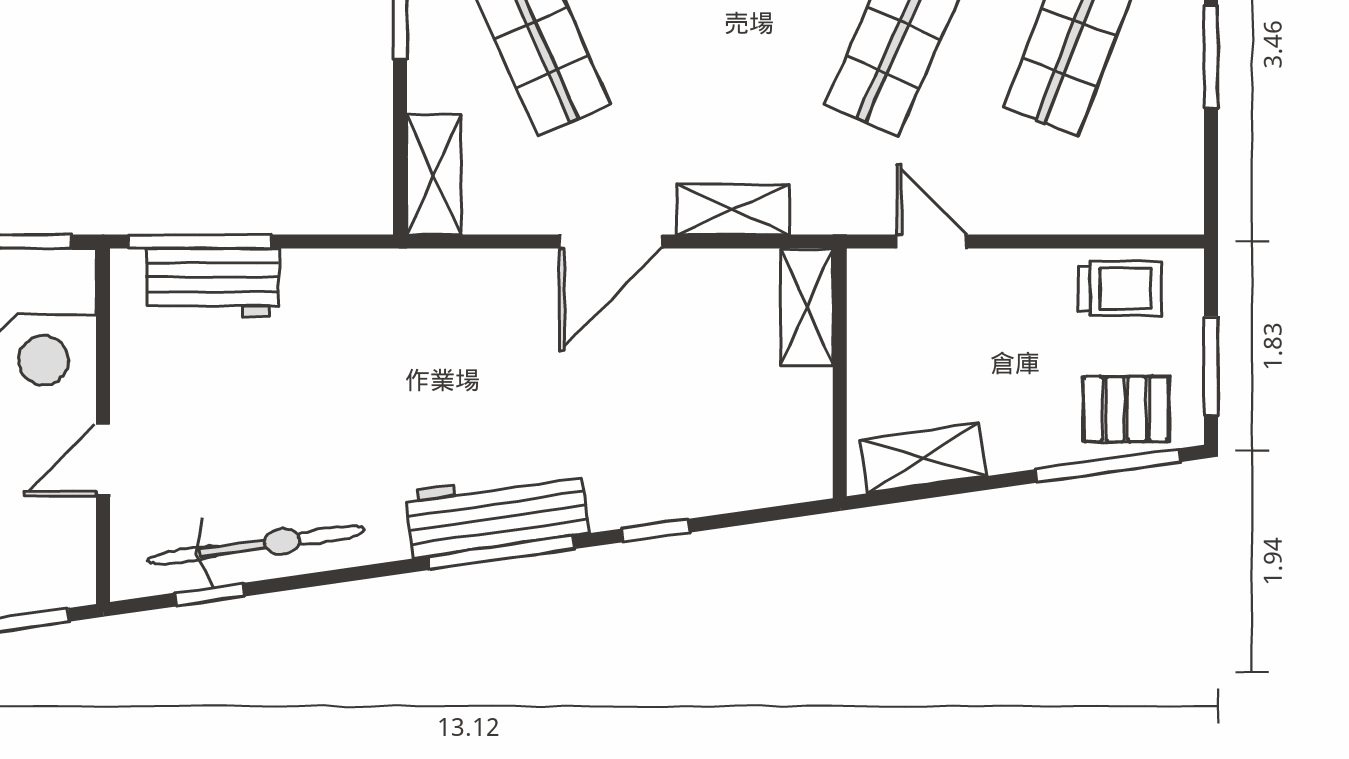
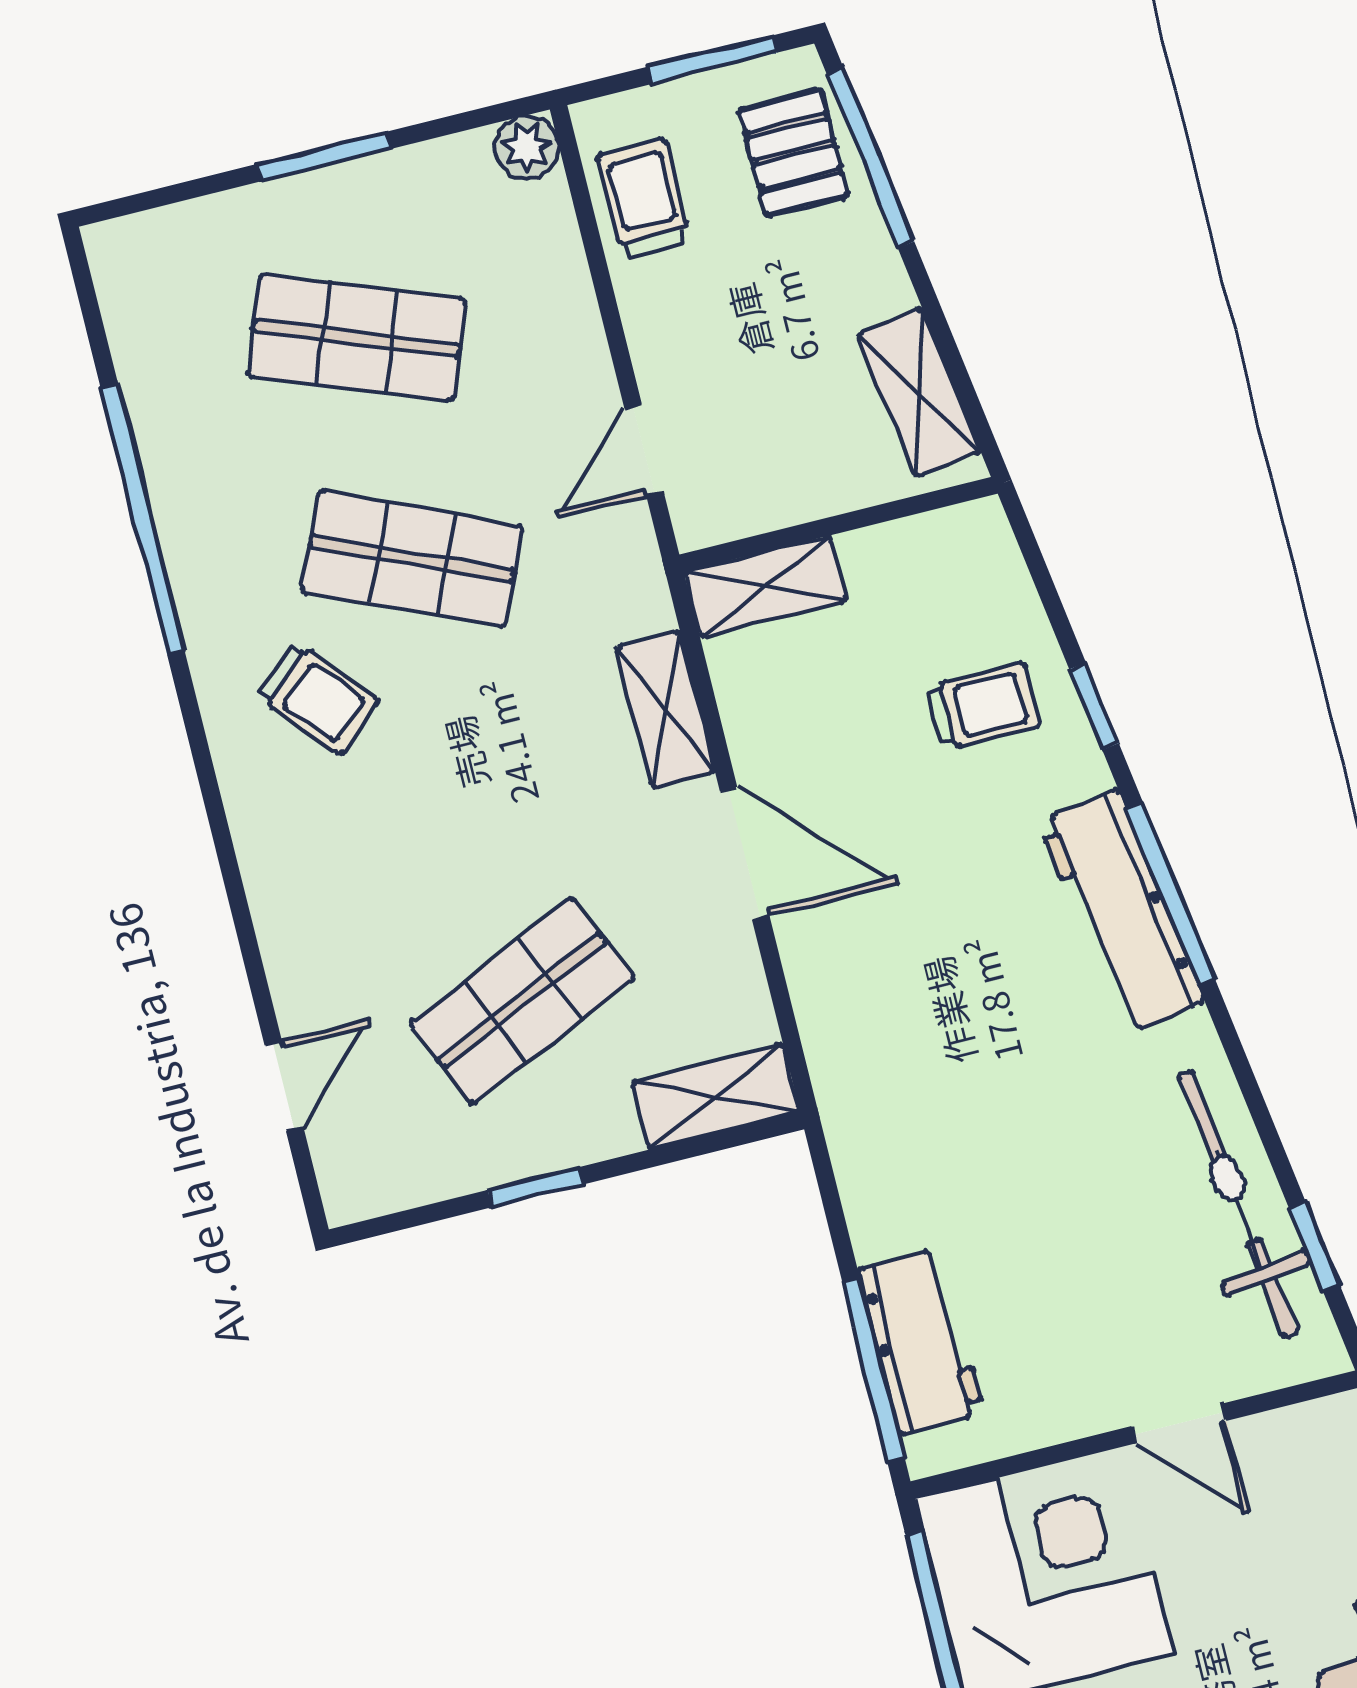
plant: (1180, 210) -> (527, 147), added
trolley: (676, 447) -> (983, 707), added

